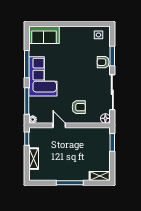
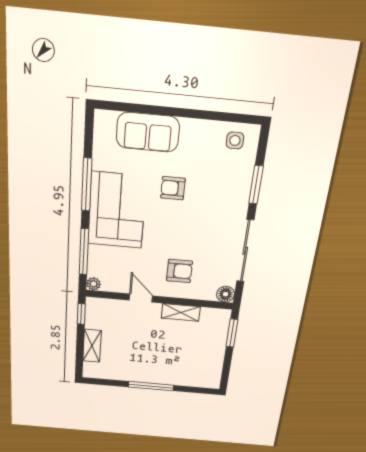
sofa: (44, 35) -> (148, 132), moved
armchair: (103, 62) -> (173, 188), moved
shelving: (100, 176) -> (181, 312), moved

